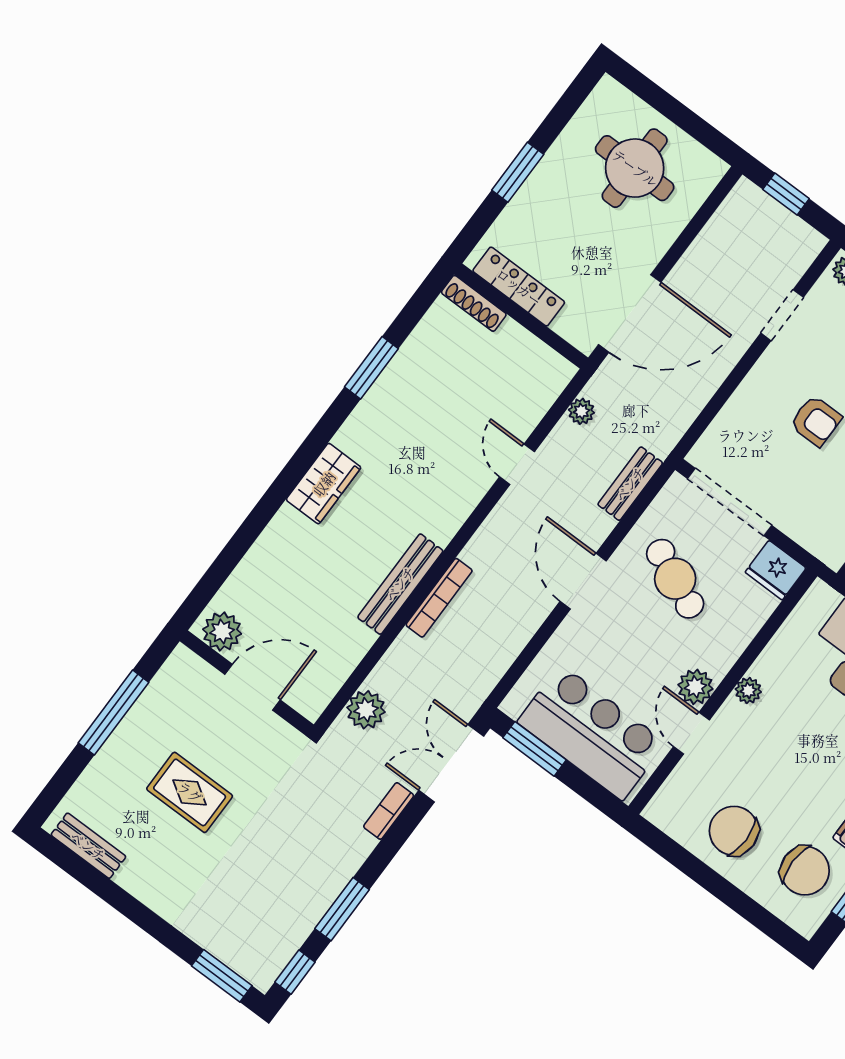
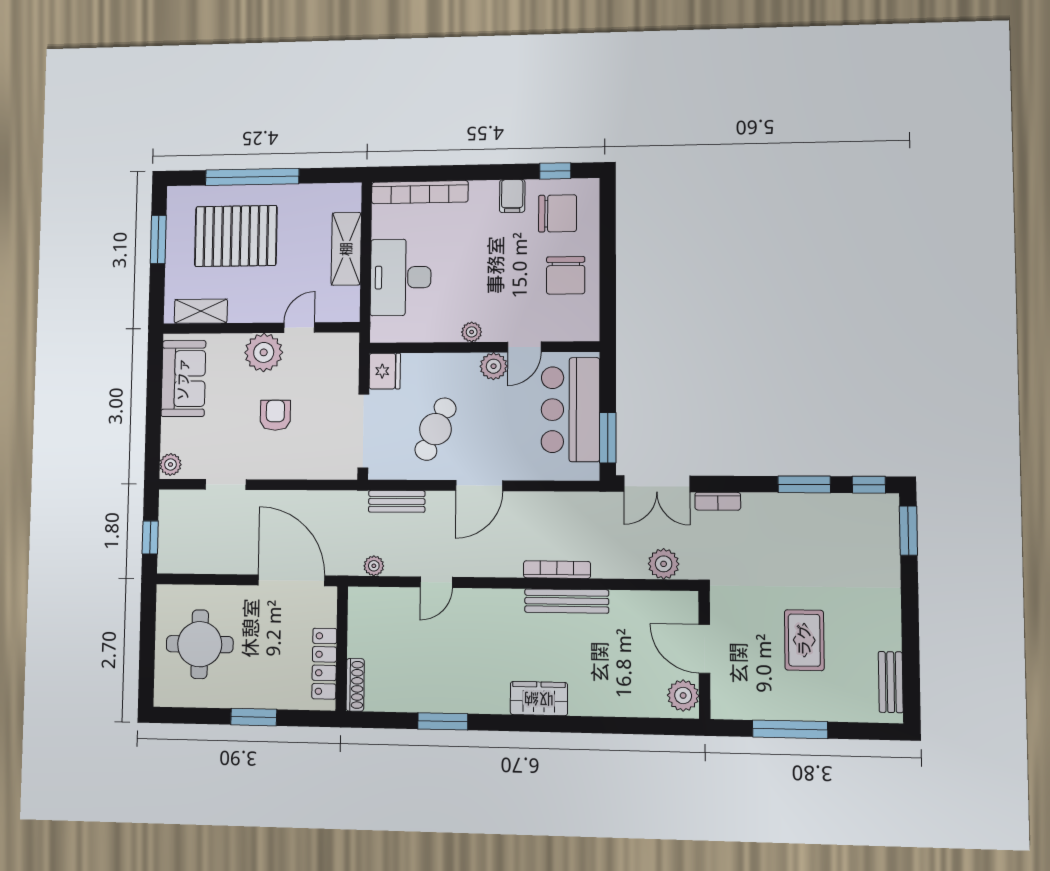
chair: (805, 871) -> (558, 213), turned 90

